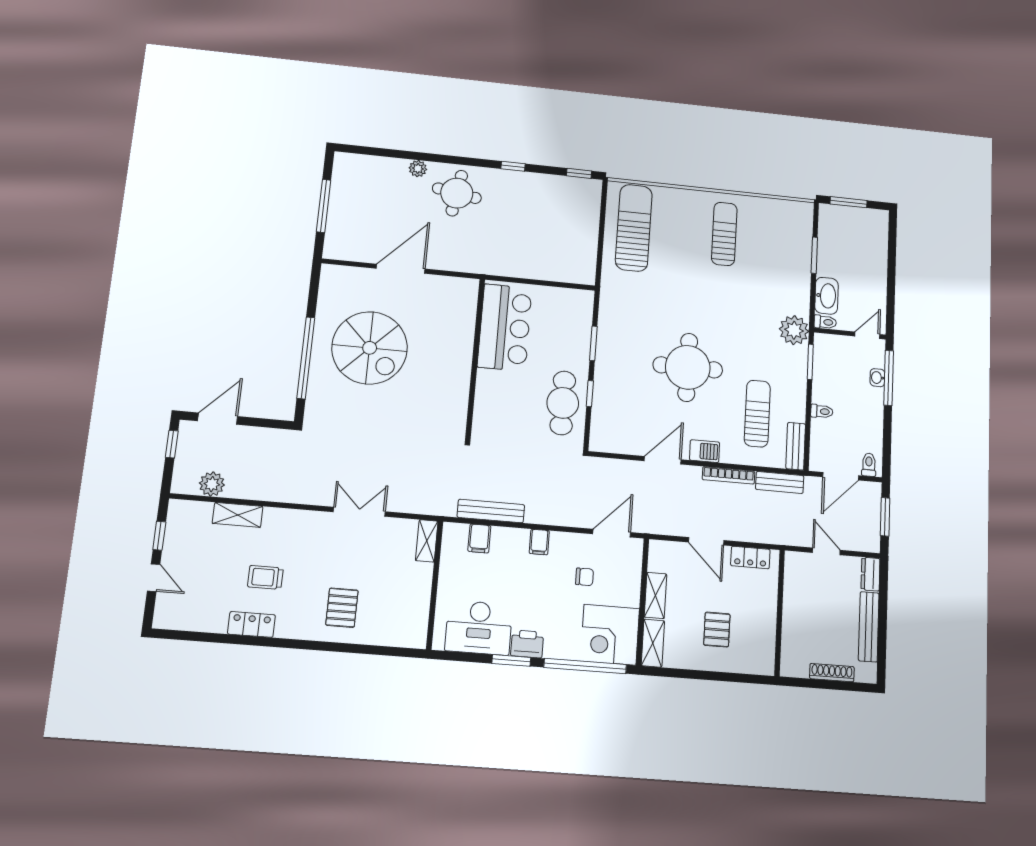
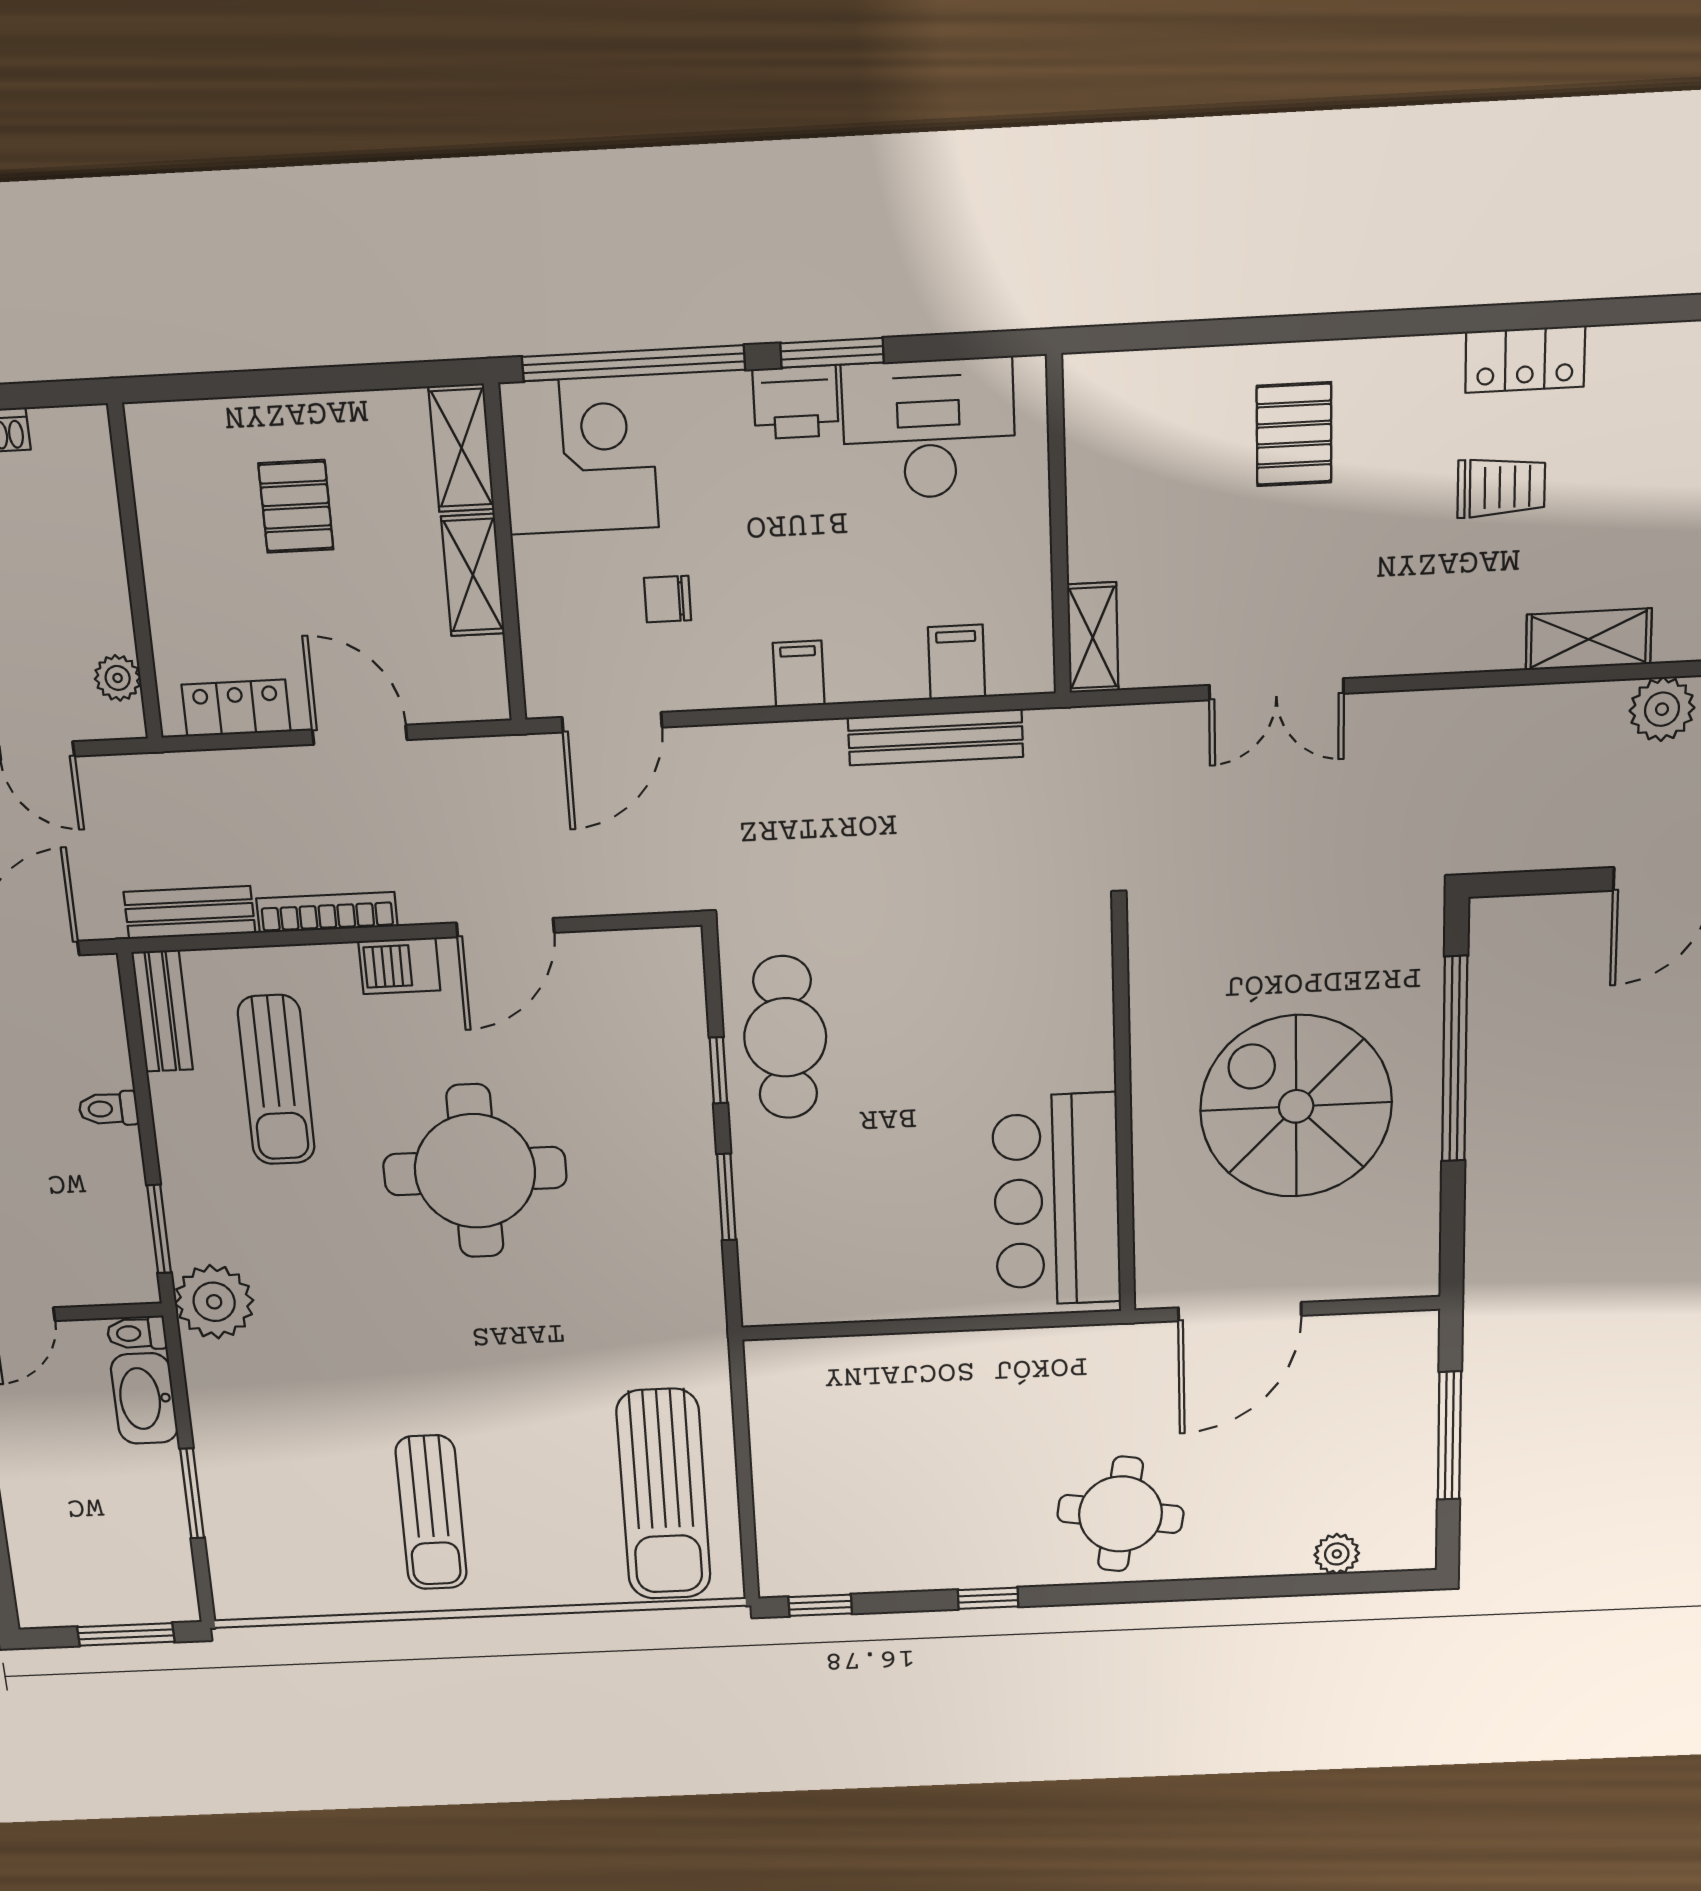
plant: (418, 169) -> (1337, 1554), moved
bar counter: (505, 327) -> (1057, 1200), moved
wall: (475, 359) -> (1123, 1112), moved
plant: (792, 575) -> (118, 678), added

